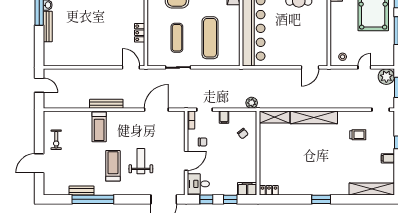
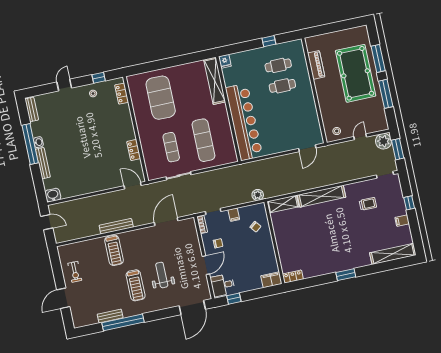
washbasin: (51, 60) -> (53, 195), added
treadmill: (113, 166) -> (136, 285), turned 180
window: (230, 199) -> (257, 294), removed

